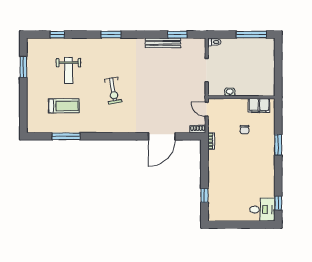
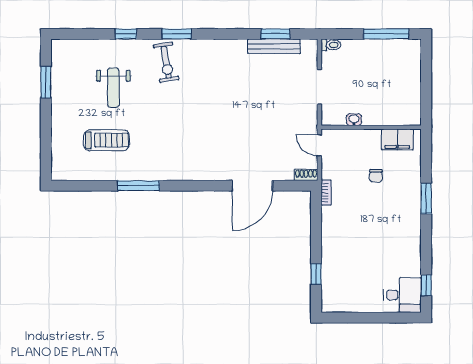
window: (57, 35) -> (126, 34), moved
bench: (163, 43) -> (274, 46), moved
exercise bike: (113, 91) -> (166, 62), moved
window: (66, 136) -> (138, 186), moved

